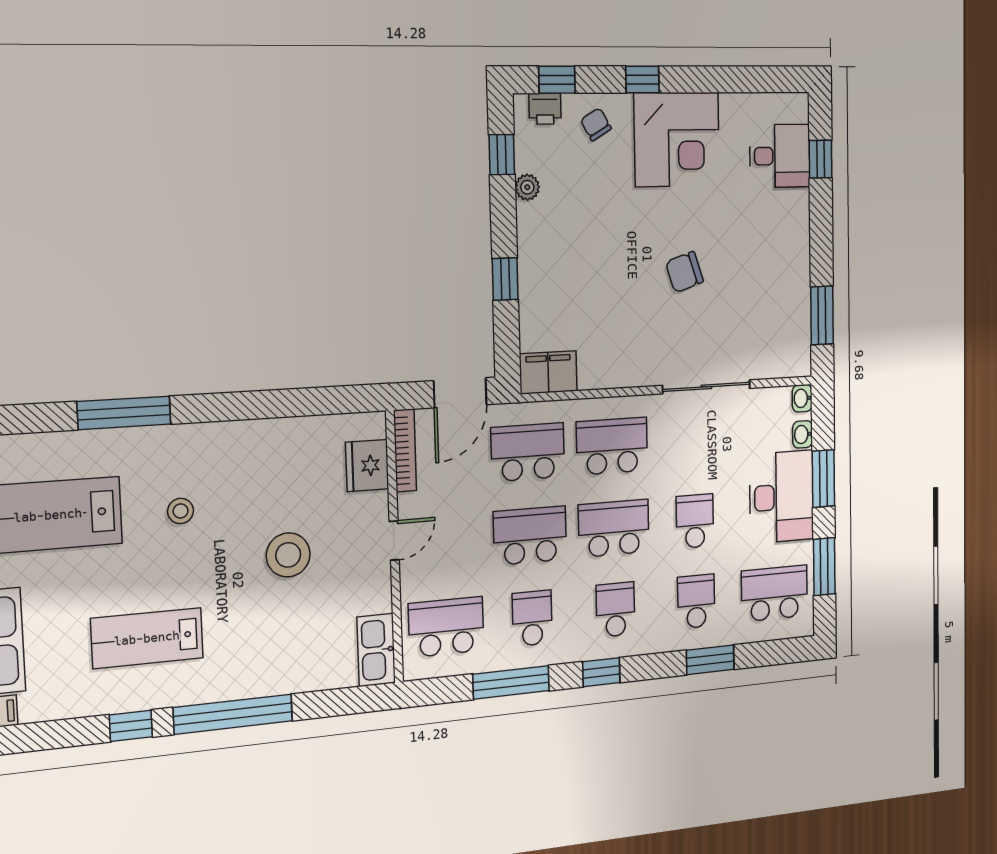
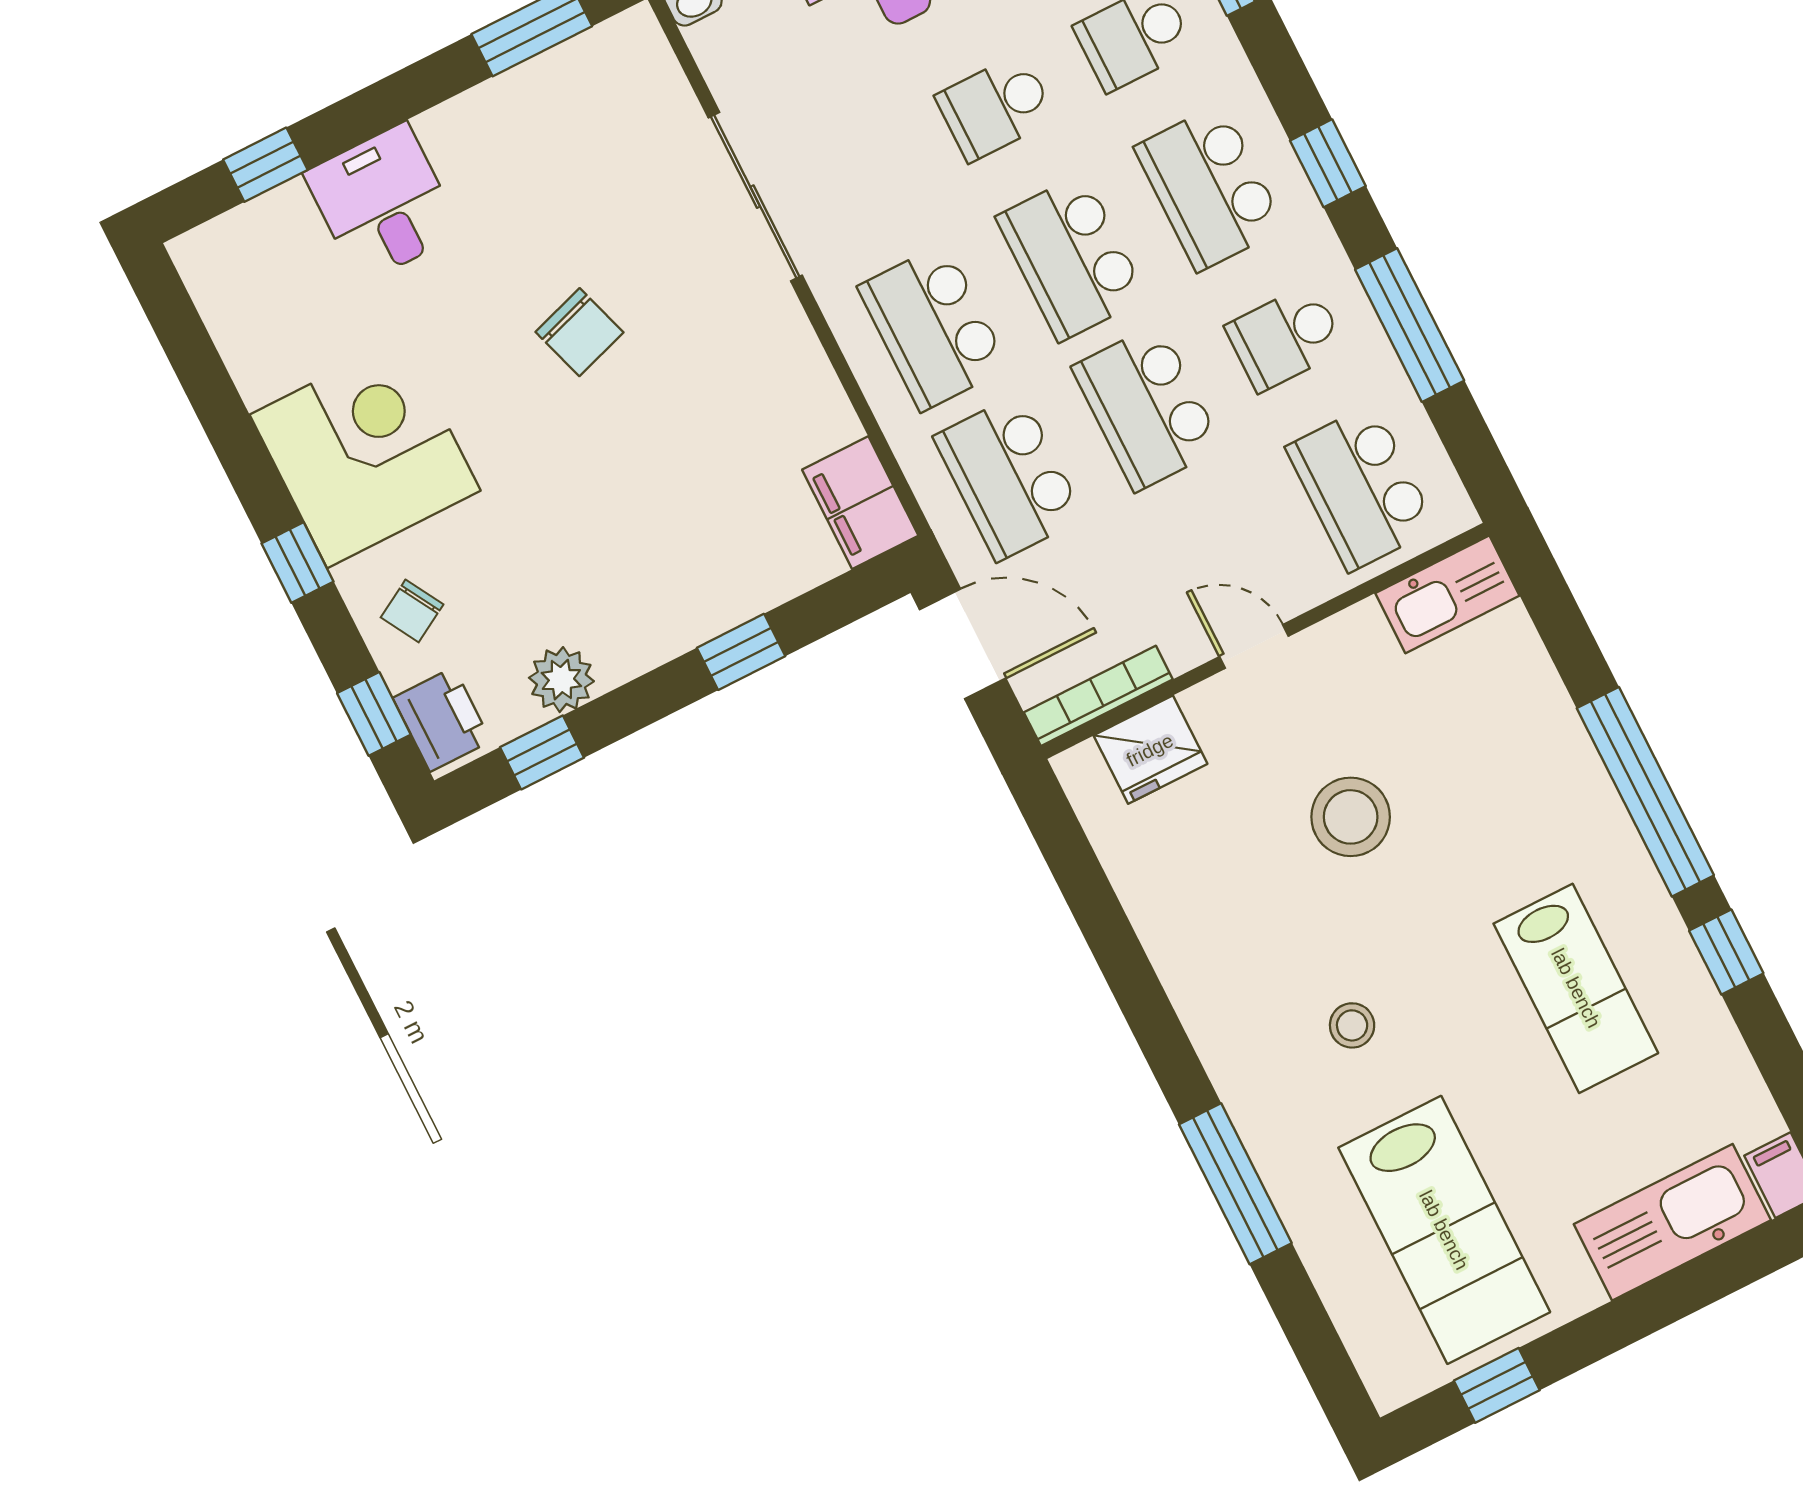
printer: (545, 109) -> (442, 719), width x1.36, depth x1.24
desk: (780, 156) -> (383, 203), moved
plant: (527, 187) -> (561, 680), width x1.38, depth x1.38
school desk: (615, 610) -> (1210, 188), width x1.85

